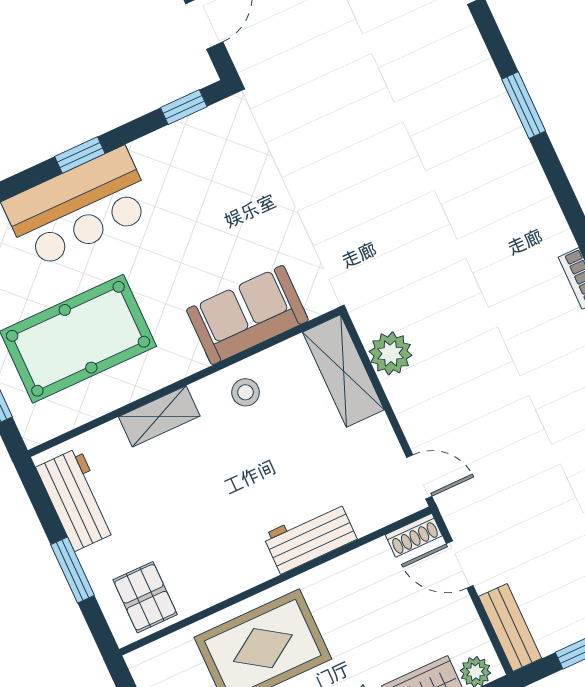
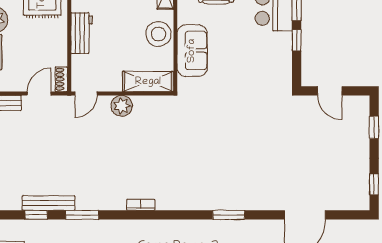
window: (184, 107) -> (297, 40), moved
plant: (391, 353) -> (122, 106), moved
stool: (246, 392) -> (158, 34), width x1.89, depth x1.89

